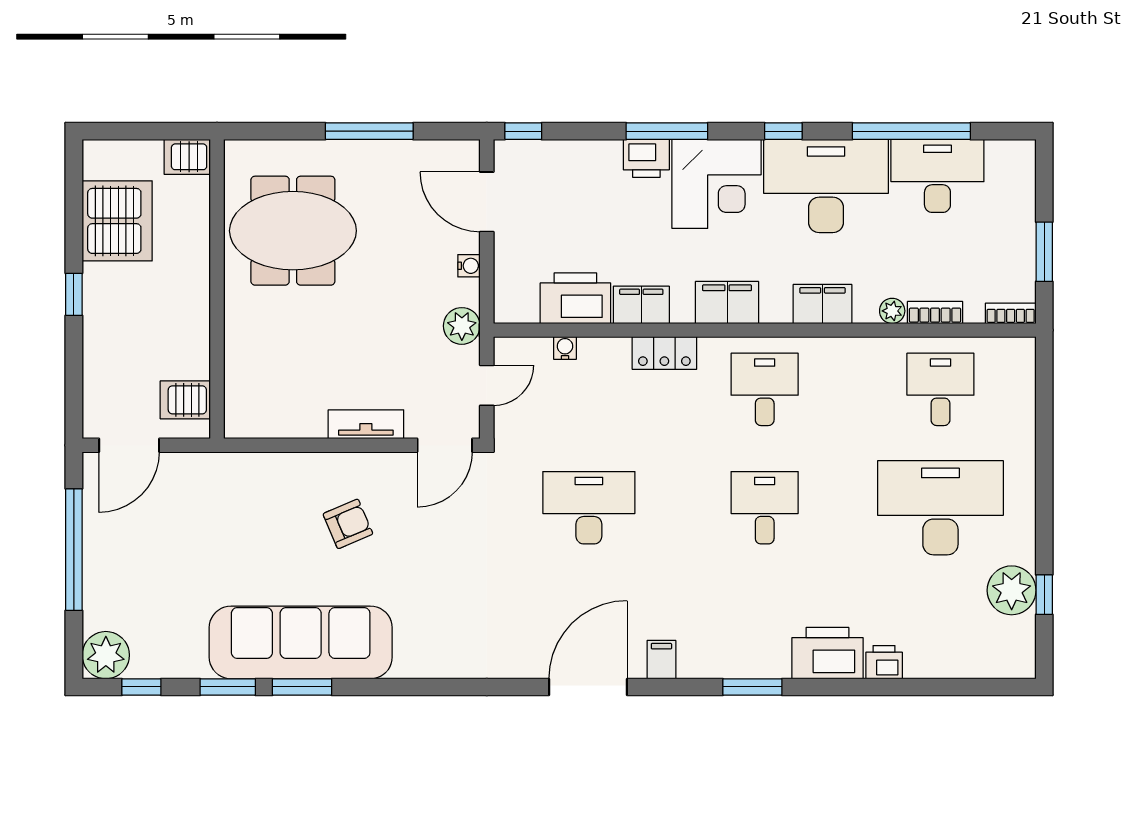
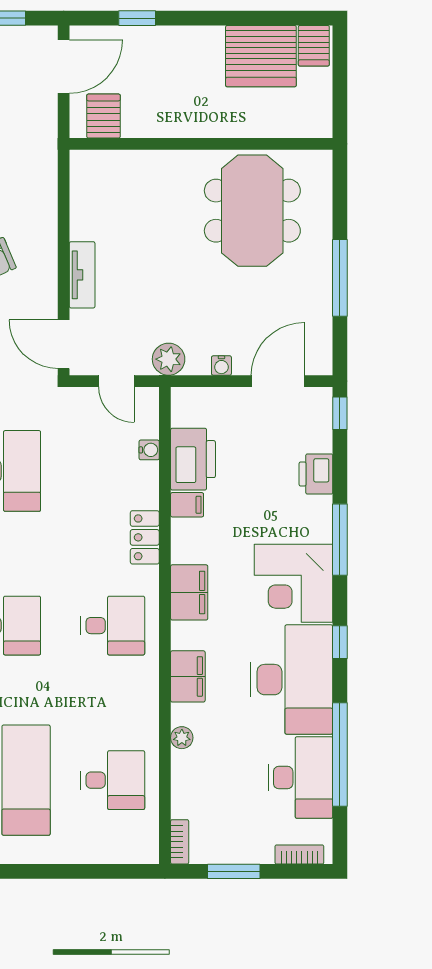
server rack: (187, 157) -> (314, 46), moved, turned 180
printer: (646, 158) -> (316, 474), moved
window: (74, 294) -> (137, 18), moved
filing cabinet: (641, 305) -> (187, 505), width x0.50
bookcase: (935, 312) -> (299, 854), moved, turned -90
door: (129, 445) -> (64, 67), swing flipped

